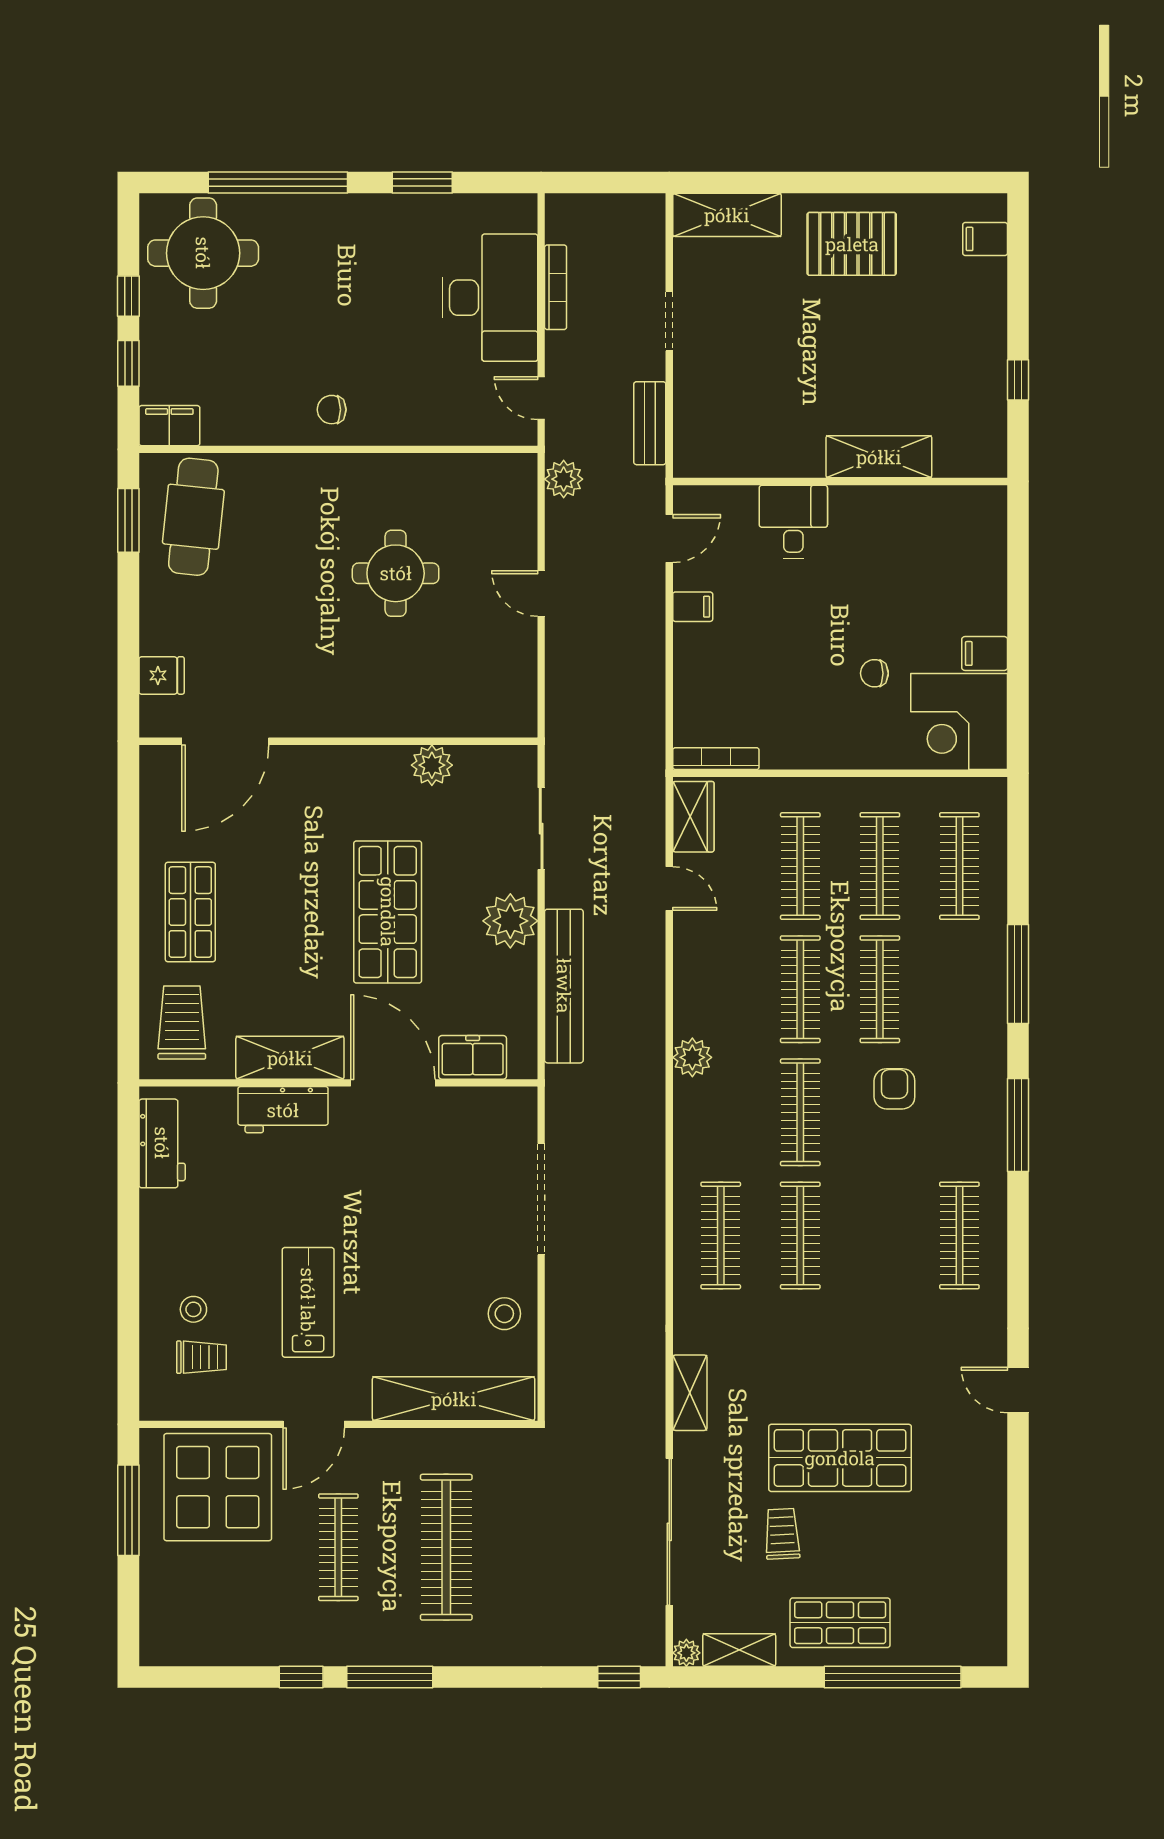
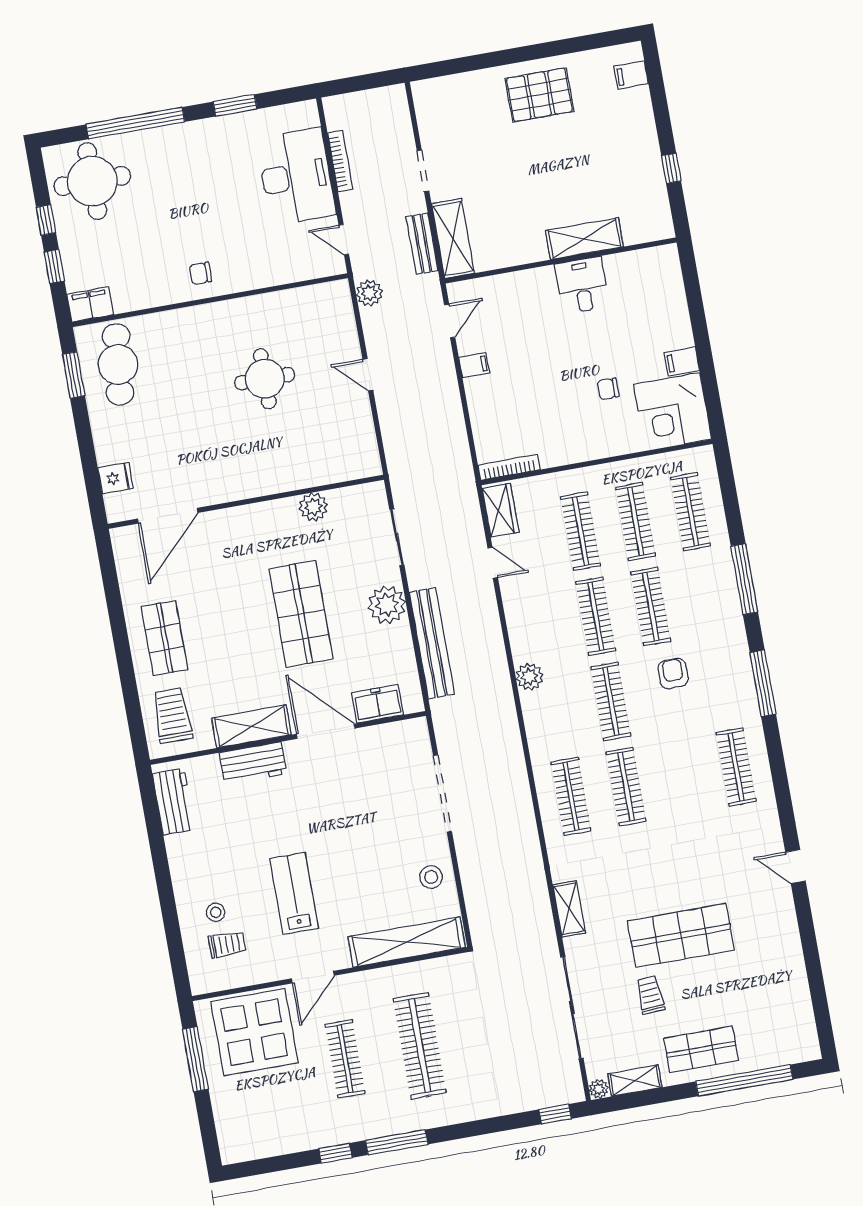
shelving: (727, 215) -> (453, 239), moved, turned 90
desk: (793, 522) -> (582, 285), moved

